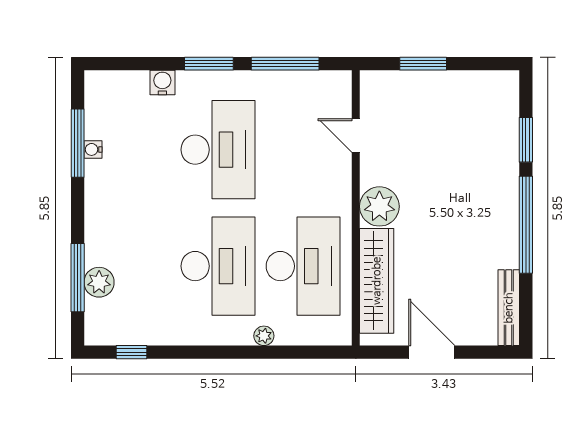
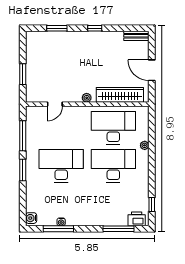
water cooler: (162, 82) -> (31, 218), moved
plant: (379, 206) -> (87, 98), width x0.53, depth x0.53
window: (526, 225) -> (95, 28), width x0.32
plant: (99, 282) -> (121, 219), removed
bench: (509, 308) -> (136, 36), width x0.73
printer: (100, 318) -> (137, 219), added
door: (432, 352) -> (152, 70), hinge flipped

